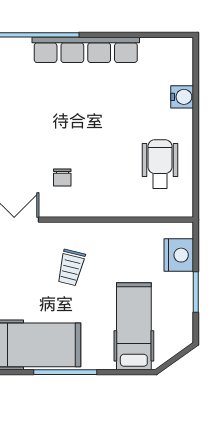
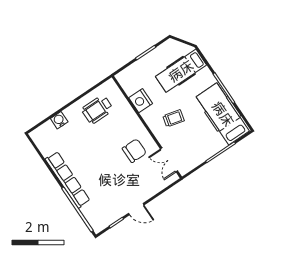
chair: (62, 178) -> (134, 151), width x1.87, depth x1.87
nightstand: (179, 255) -> (141, 101), moved, turned -90

